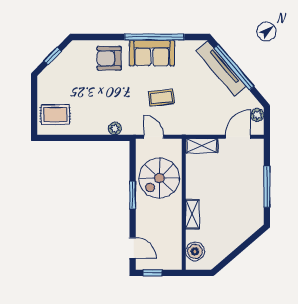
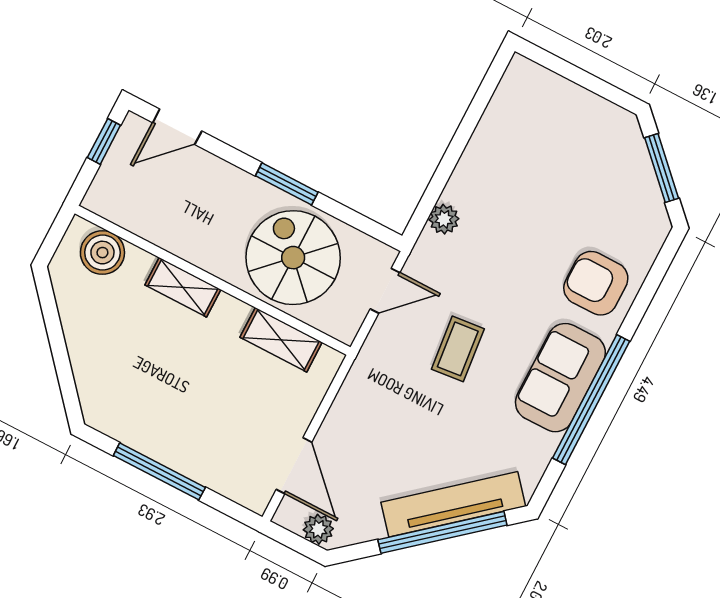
window: (53, 56) -> (662, 168), width x1.50
armchair: (109, 58) -> (596, 283), turned -90
rug: (55, 115) -> (537, 110), removed
shelving: (202, 146) -> (281, 340), moved, turned 90

